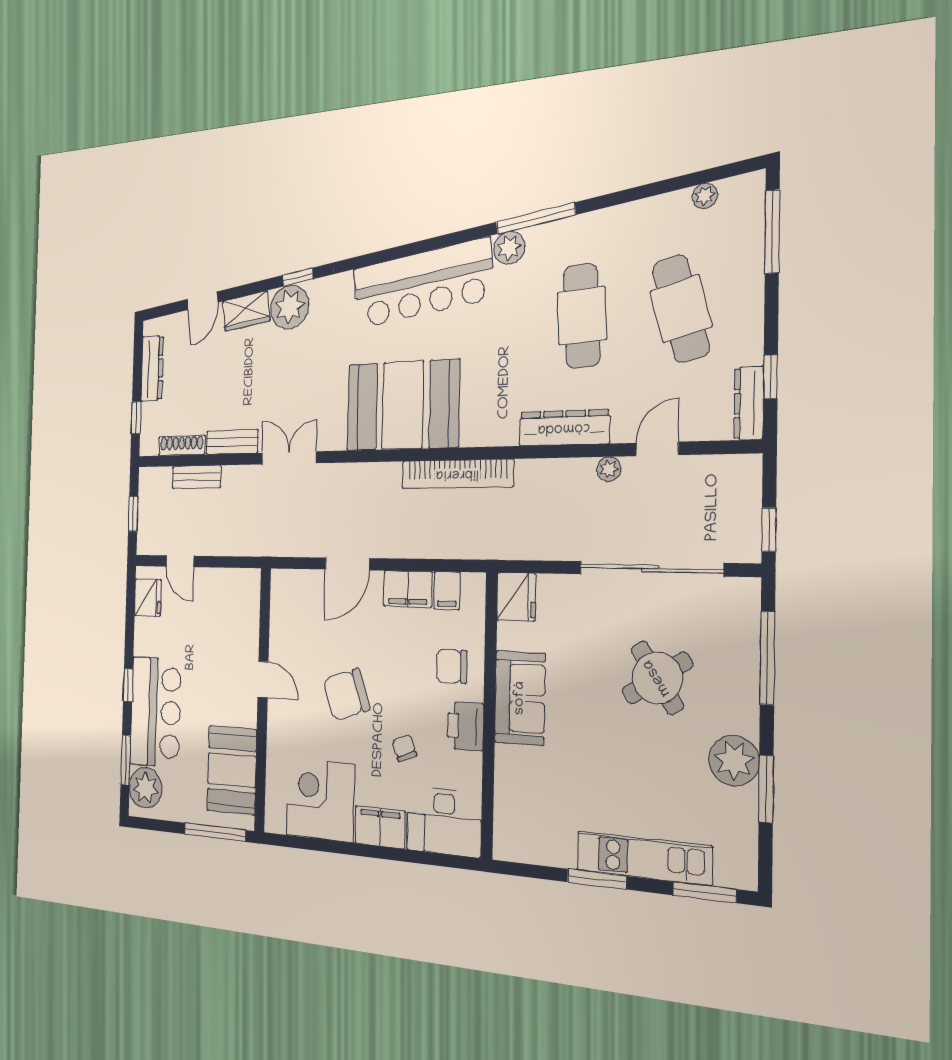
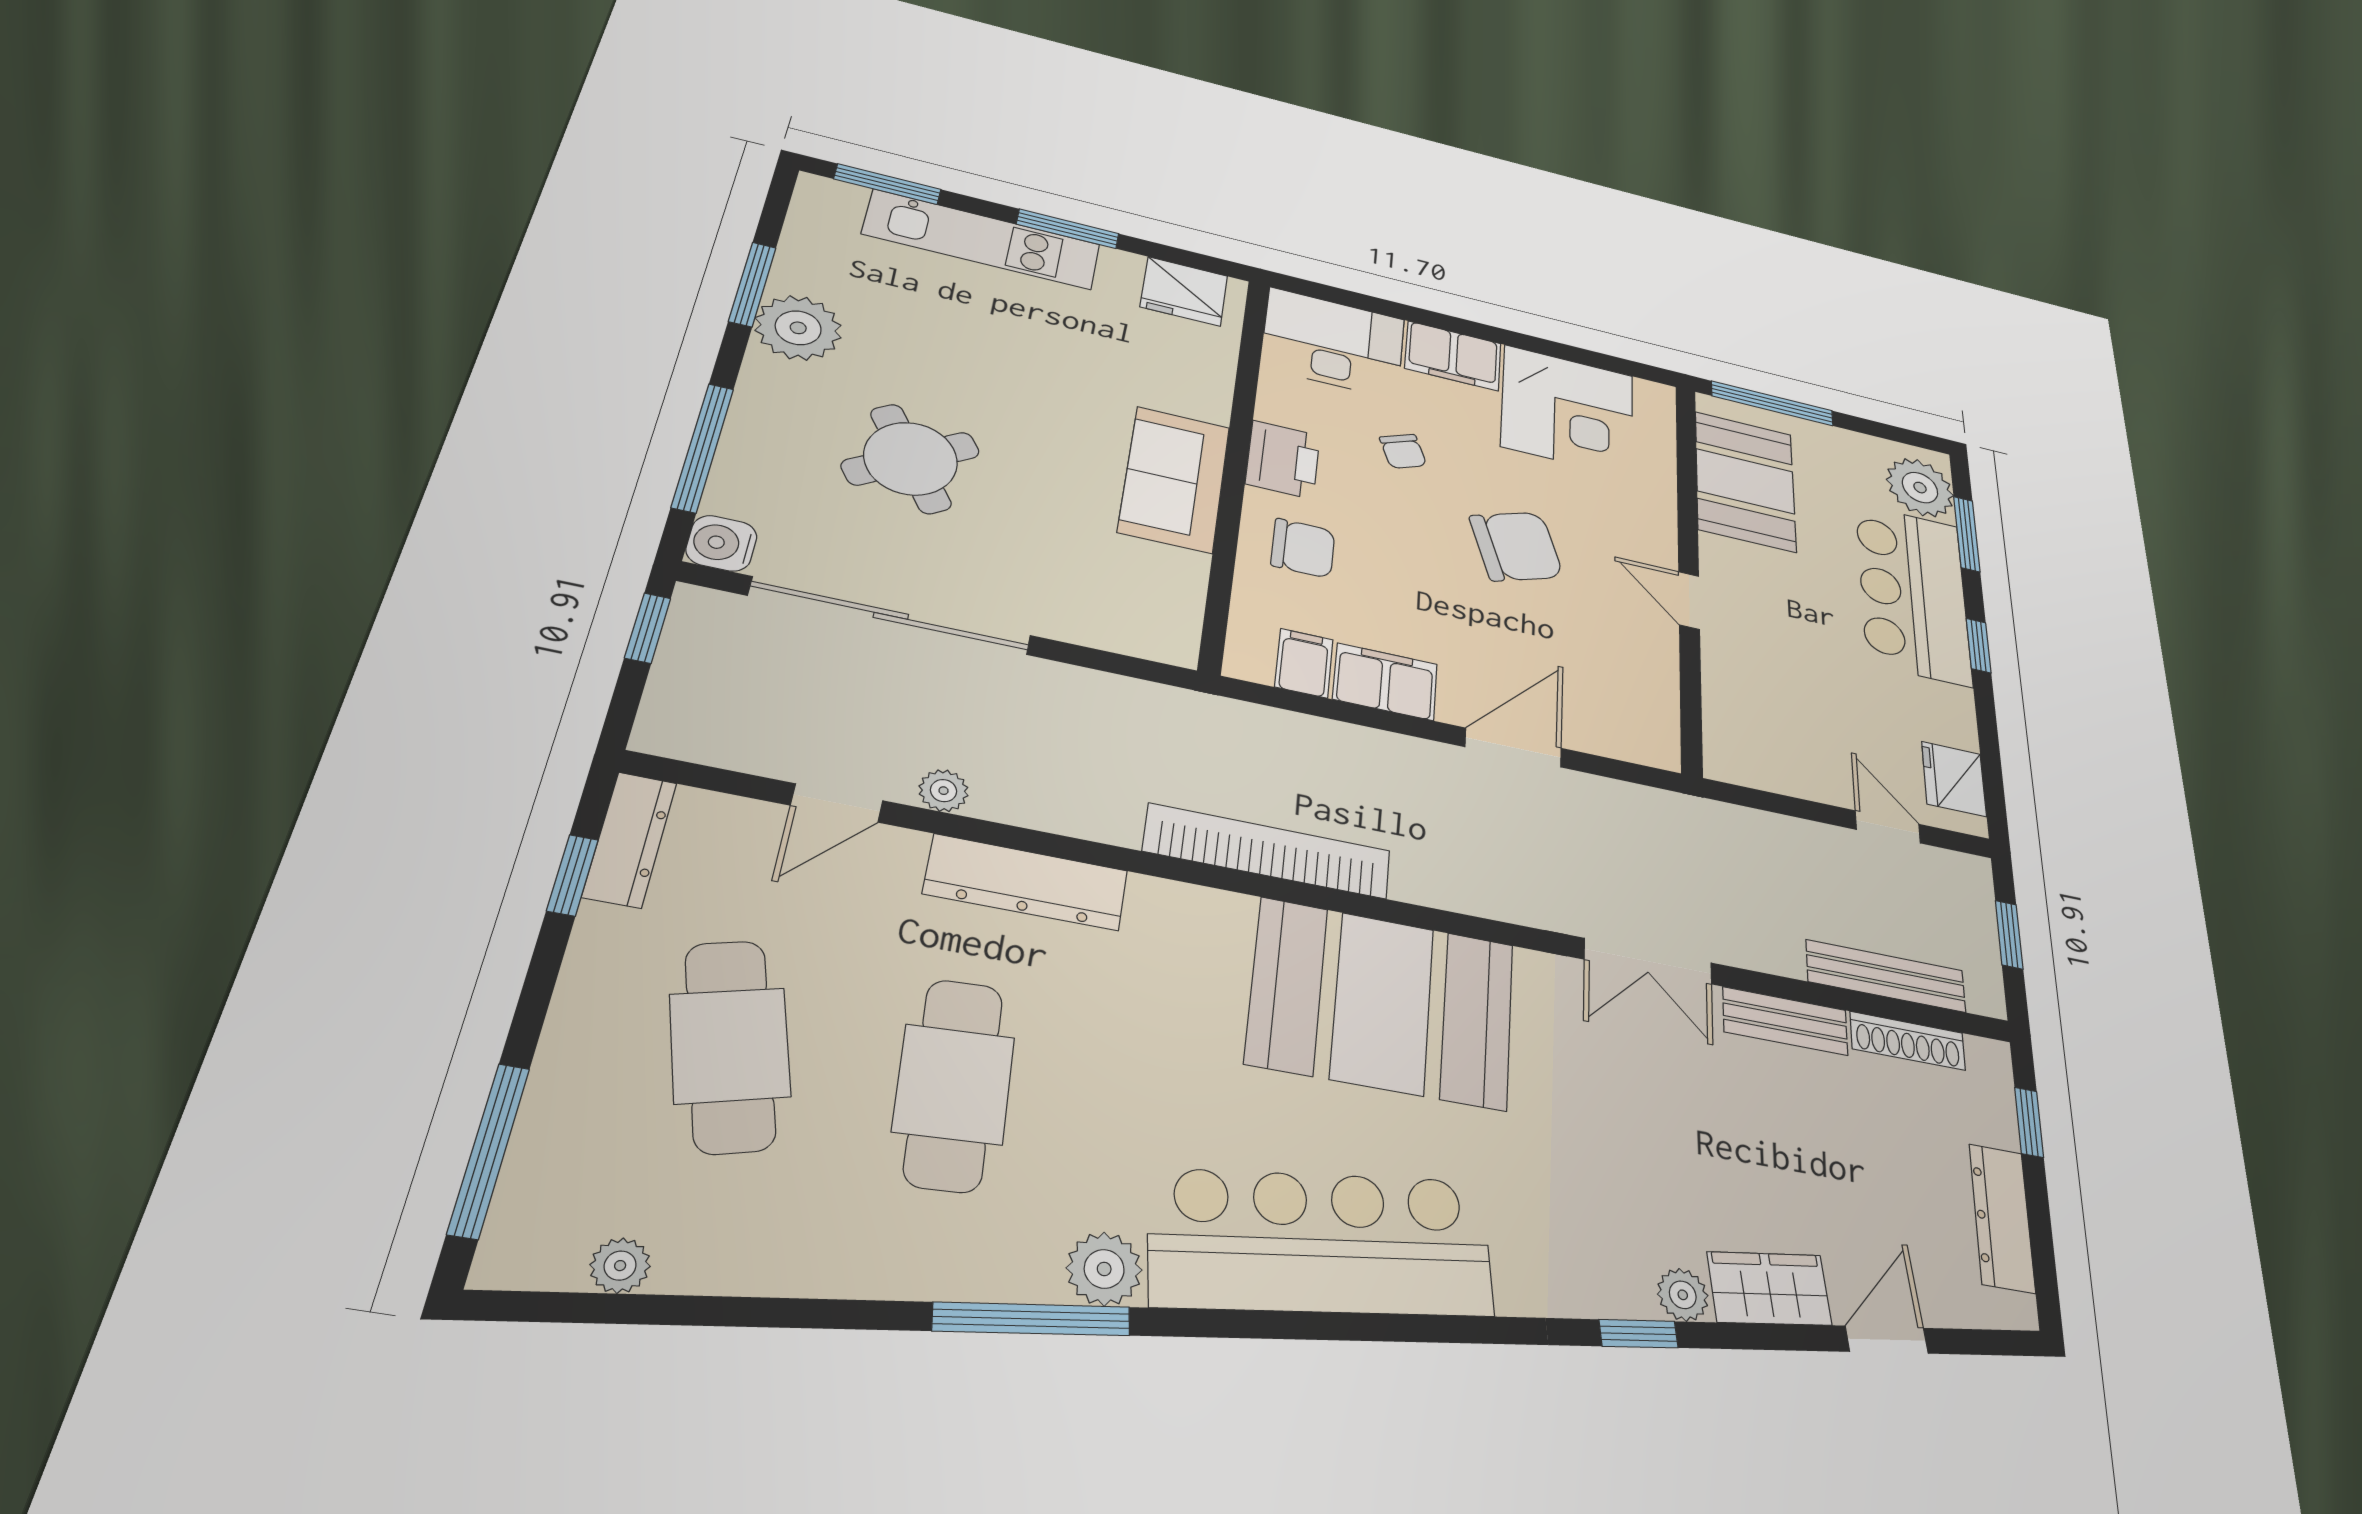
plant: (290, 307) -> (1683, 1295), width x0.53, depth x0.53
bench: (197, 477) -> (1886, 976), width x1.36
water cooler: (744, 594) -> (721, 543), added
fridge: (516, 597) -> (1184, 291), moved, turned -90

